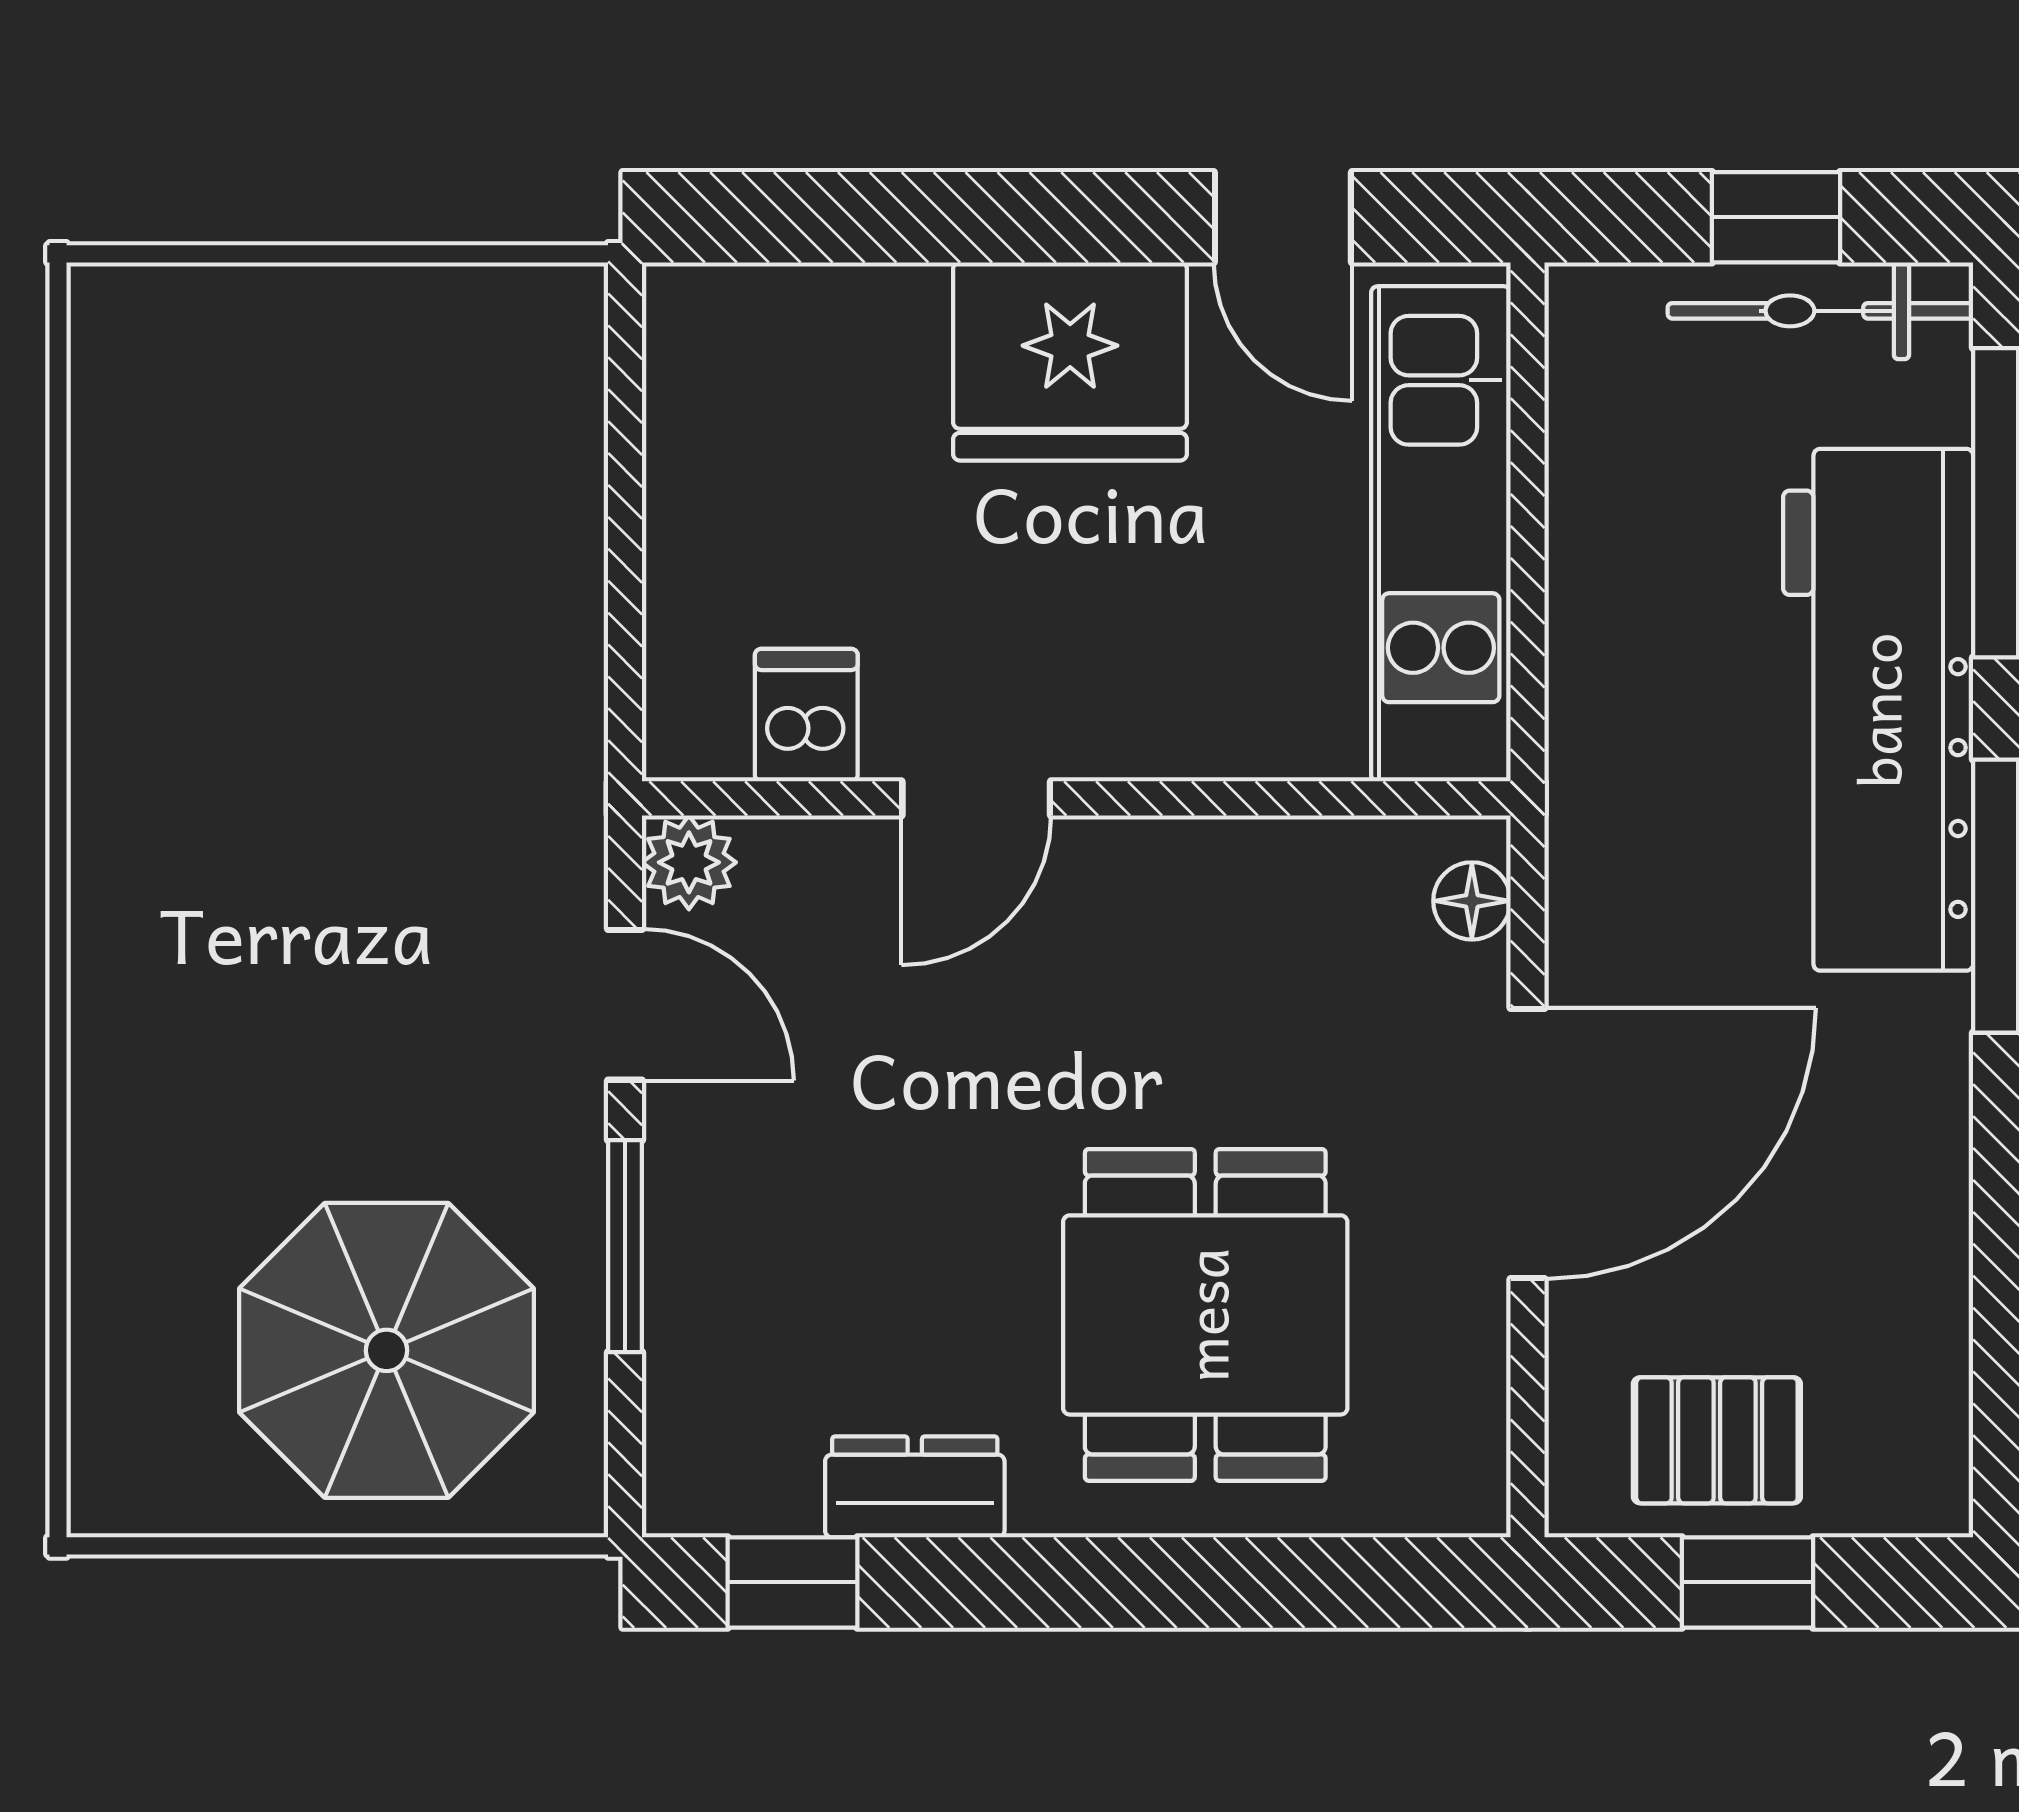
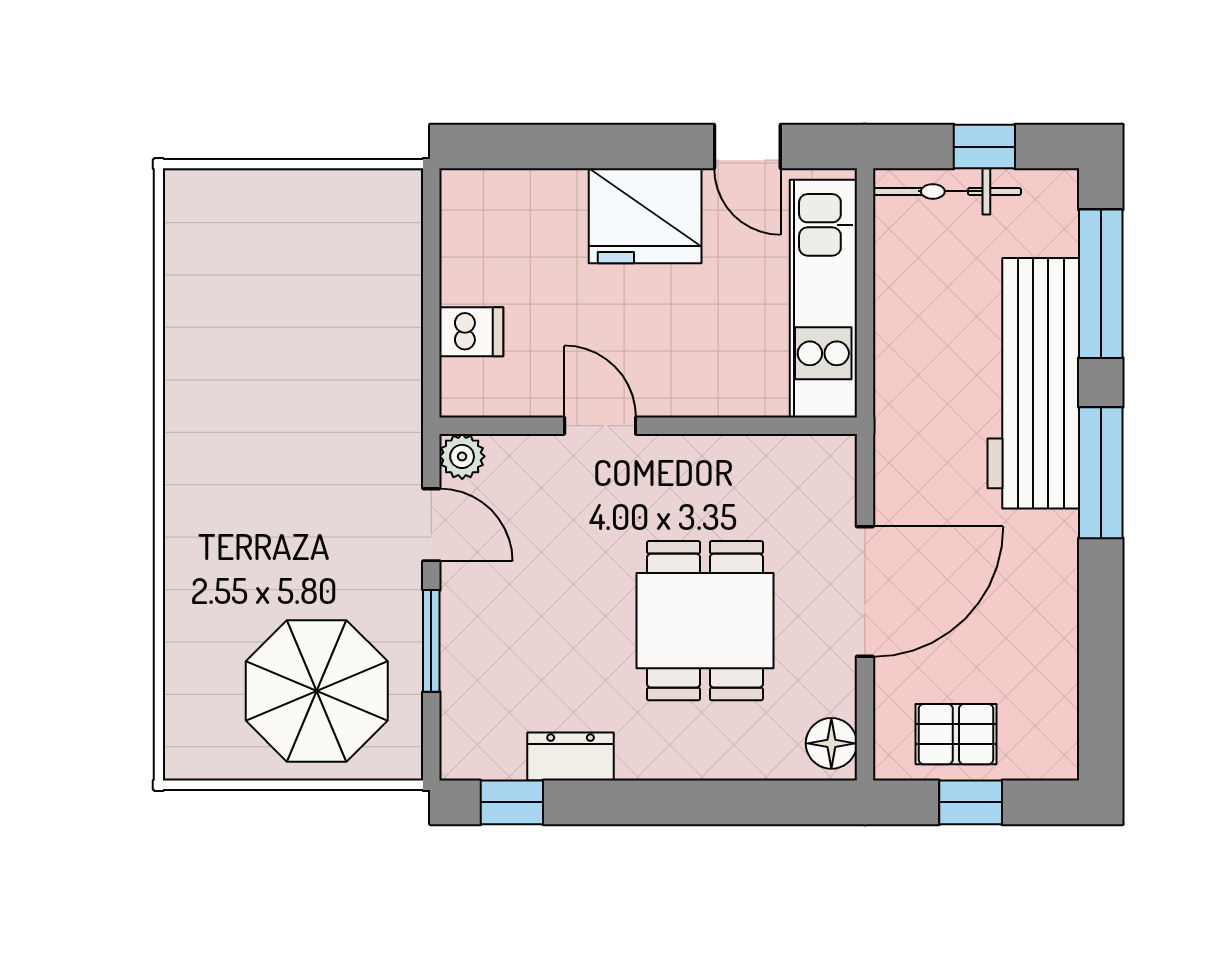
bicycle: (1820, 311) -> (948, 191), moved
dishwasher: (806, 715) -> (471, 332), moved, turned 90
door: (976, 798) -> (600, 426), swing flipped
floor lamp: (1472, 901) -> (831, 743), moved, width x1.37, depth x1.37
dining table: (1205, 1315) -> (705, 621), moved

